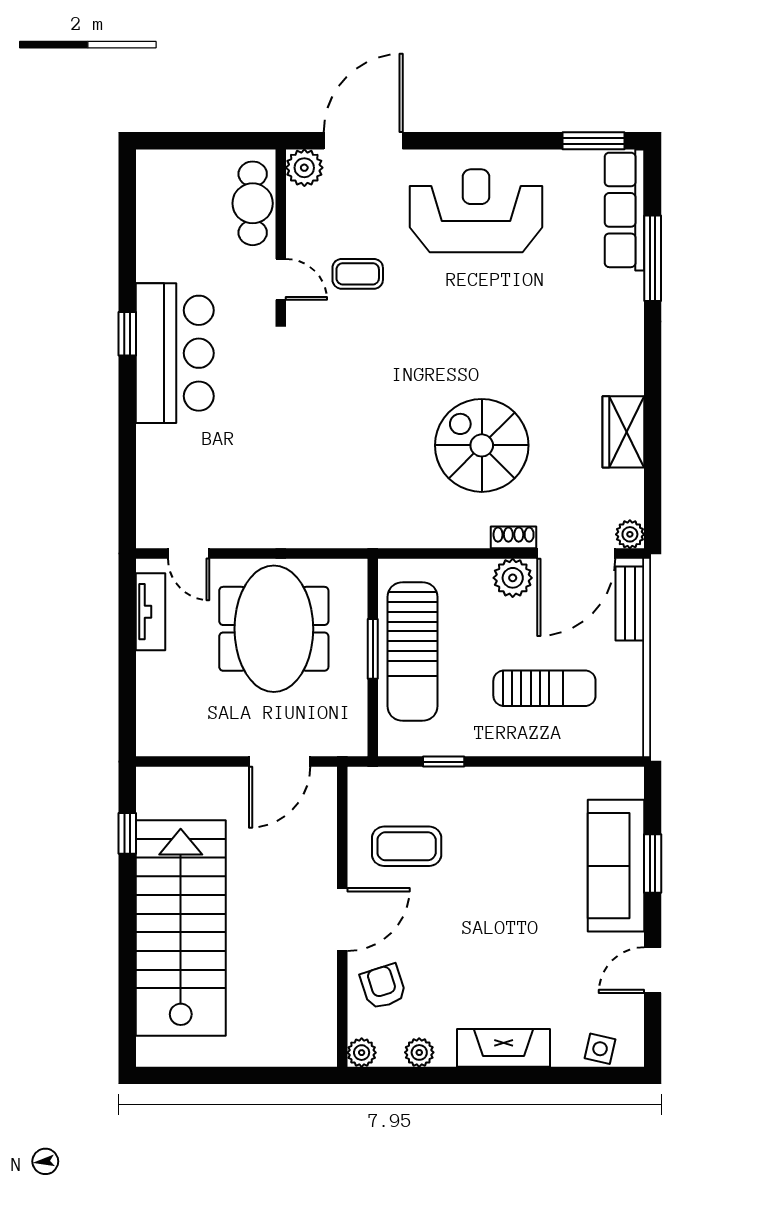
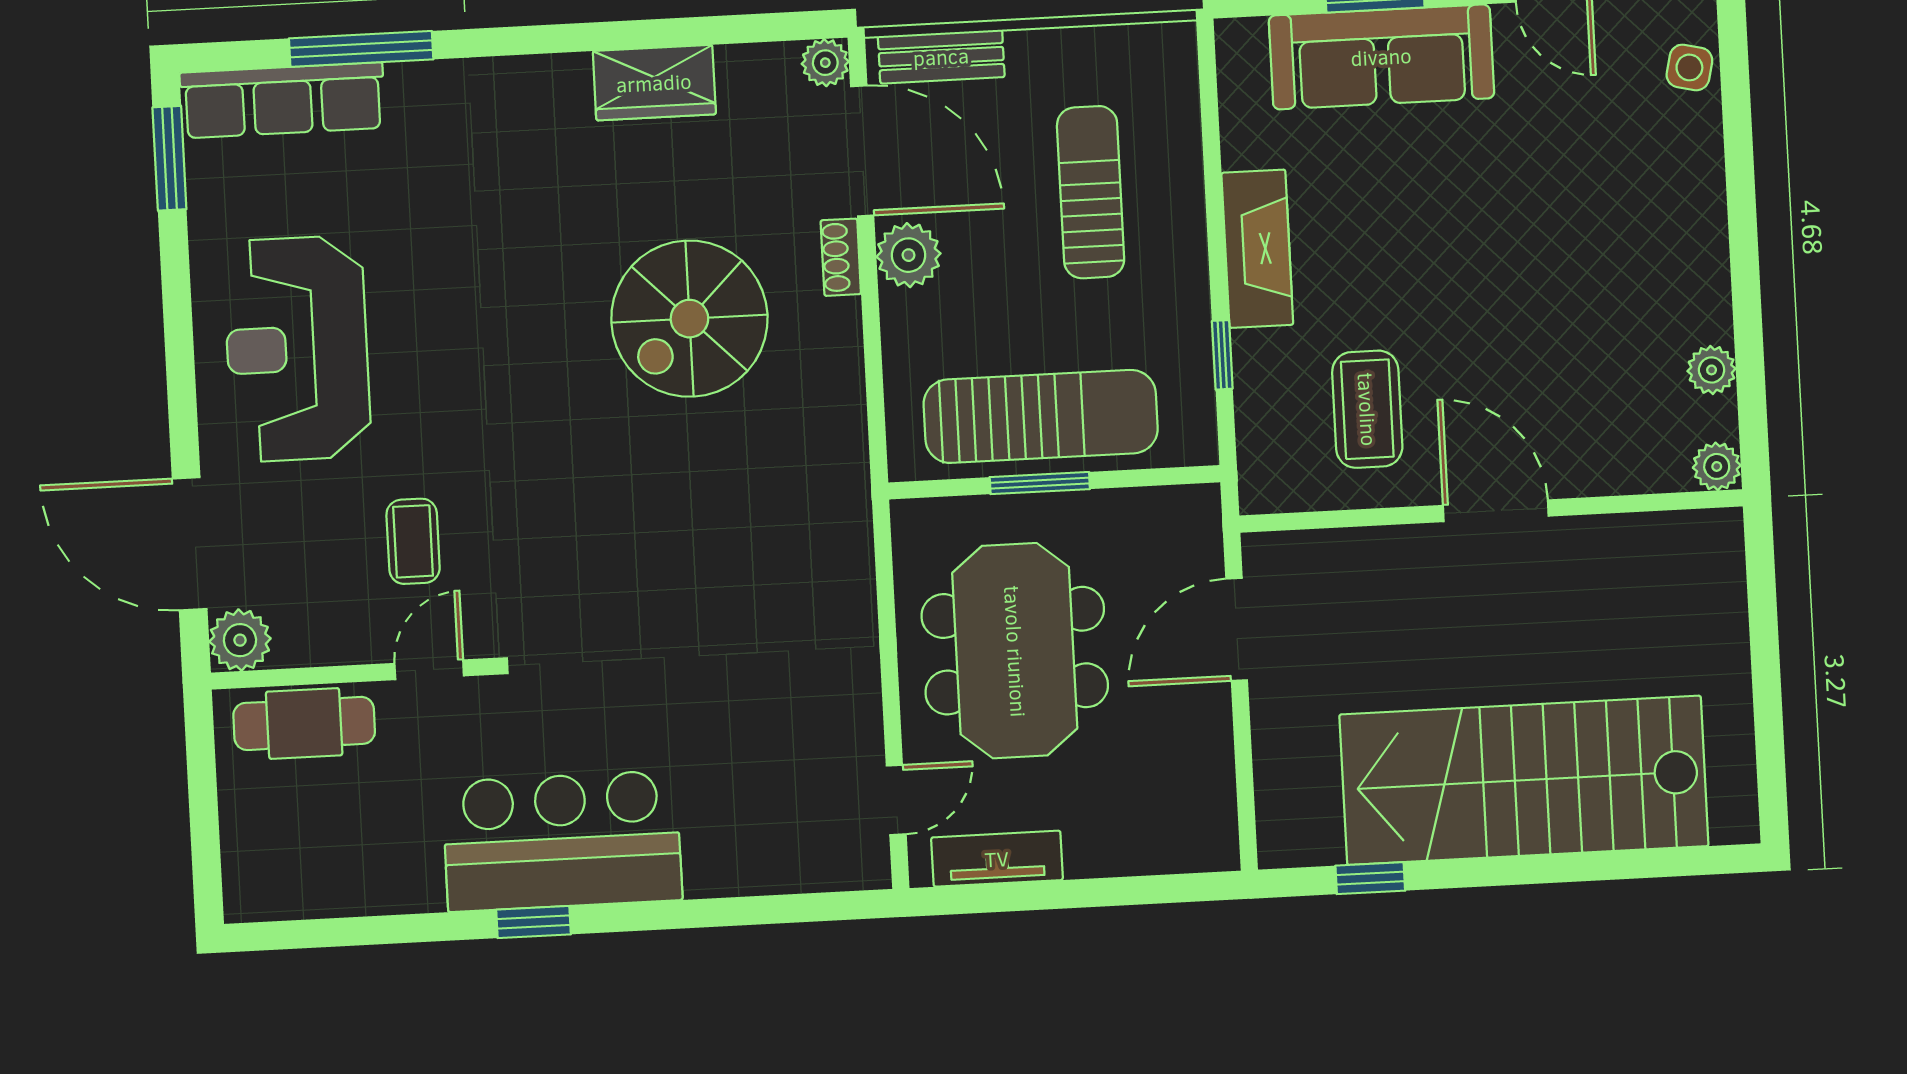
meeting table: (274, 629) -> (1015, 651), turned 90
door: (280, 762) -> (1237, 629), swing flipped
armchair: (383, 987) -> (1604, 436), removed
fireplace: (504, 1048) -> (1257, 249), moved, turned 180

